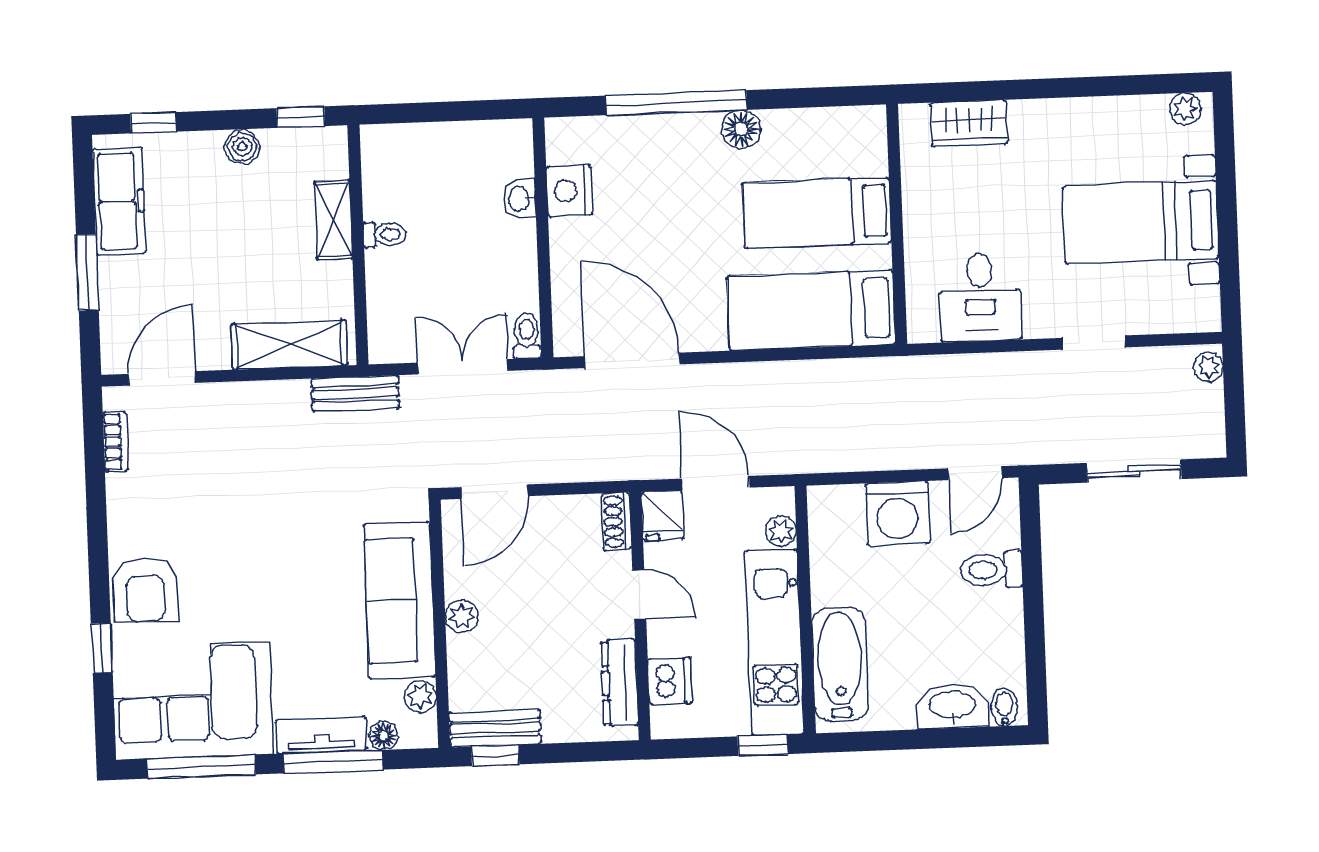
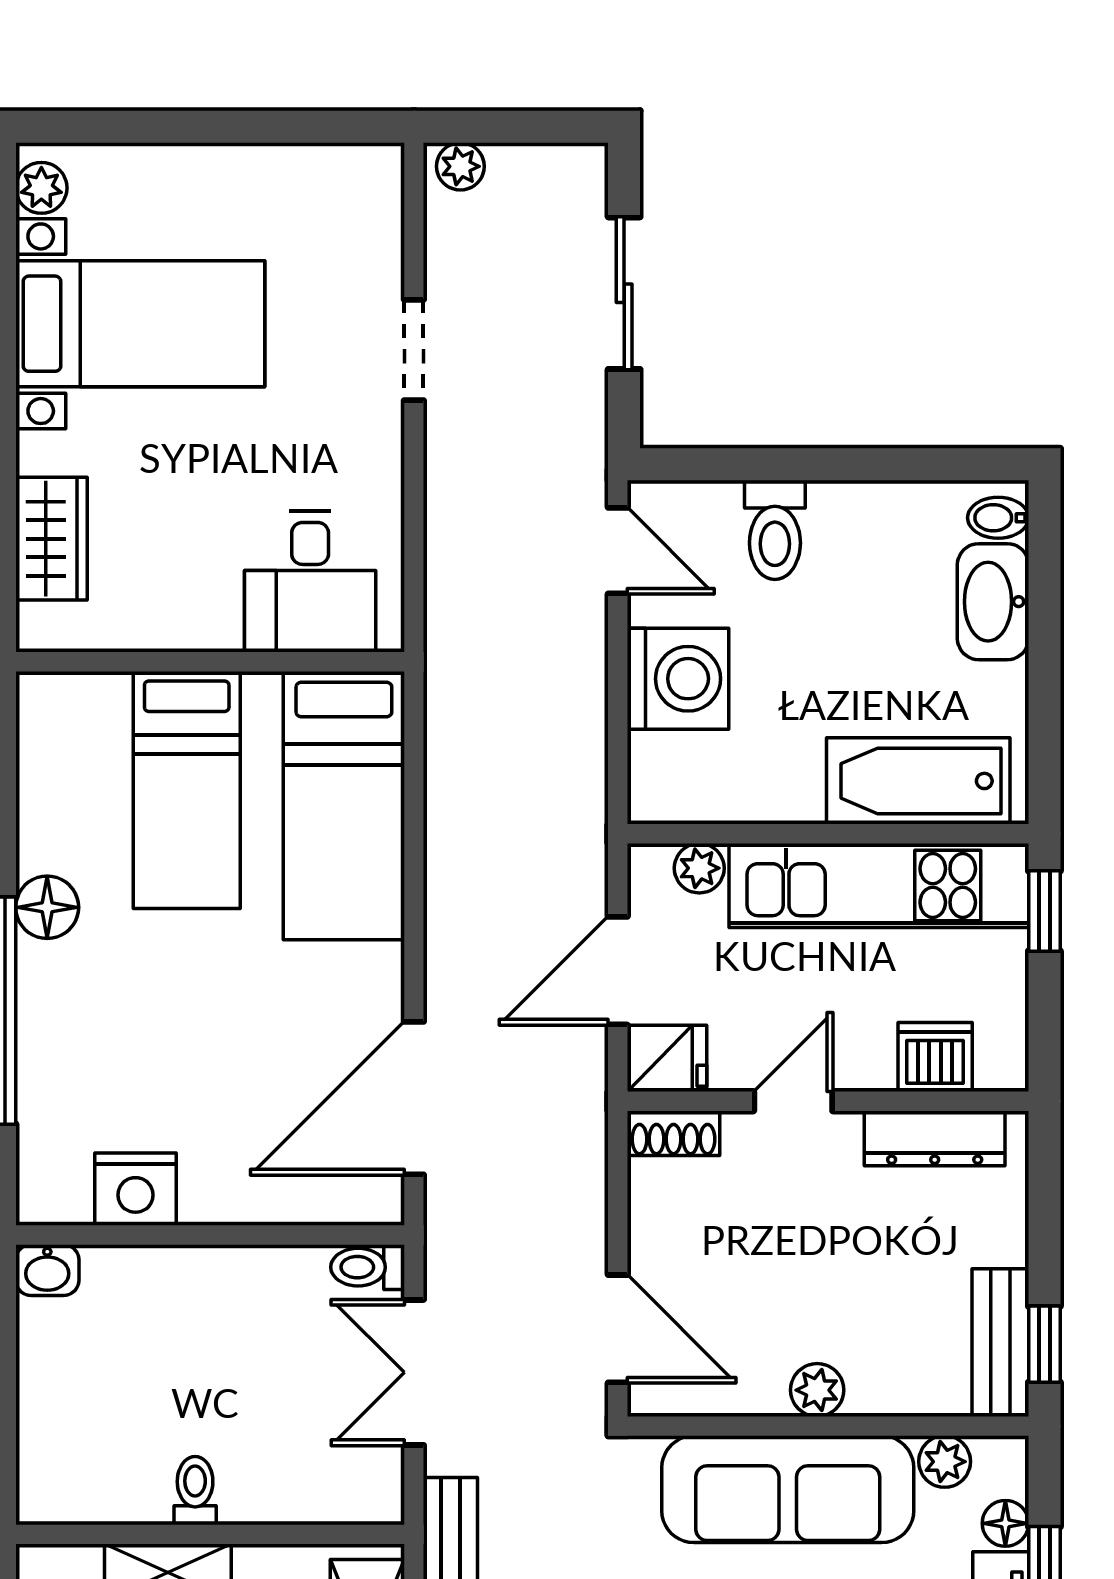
washbasin: (520, 199) -> (47, 1270), moved
bed with nightstands: (1141, 222) -> (140, 324), moved, turned -90
desk: (980, 297) -> (310, 582), moved, turned 90

